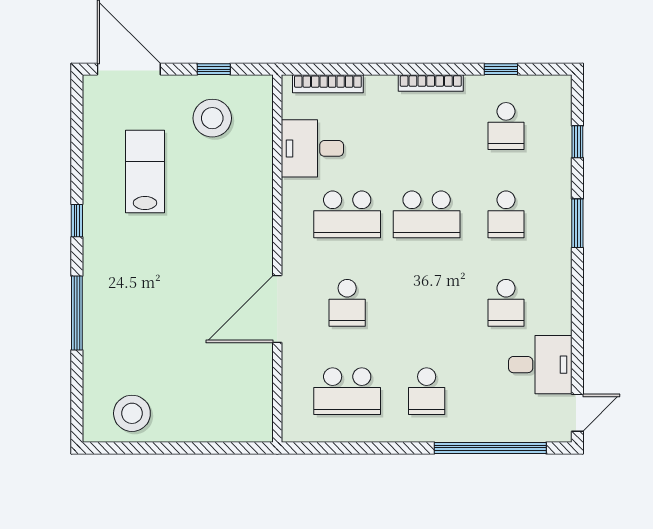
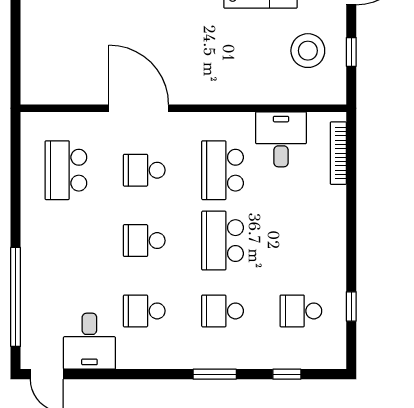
bookcase: (431, 83) -> (339, 244), removed
school desk: (427, 391) -> (144, 241), moved

